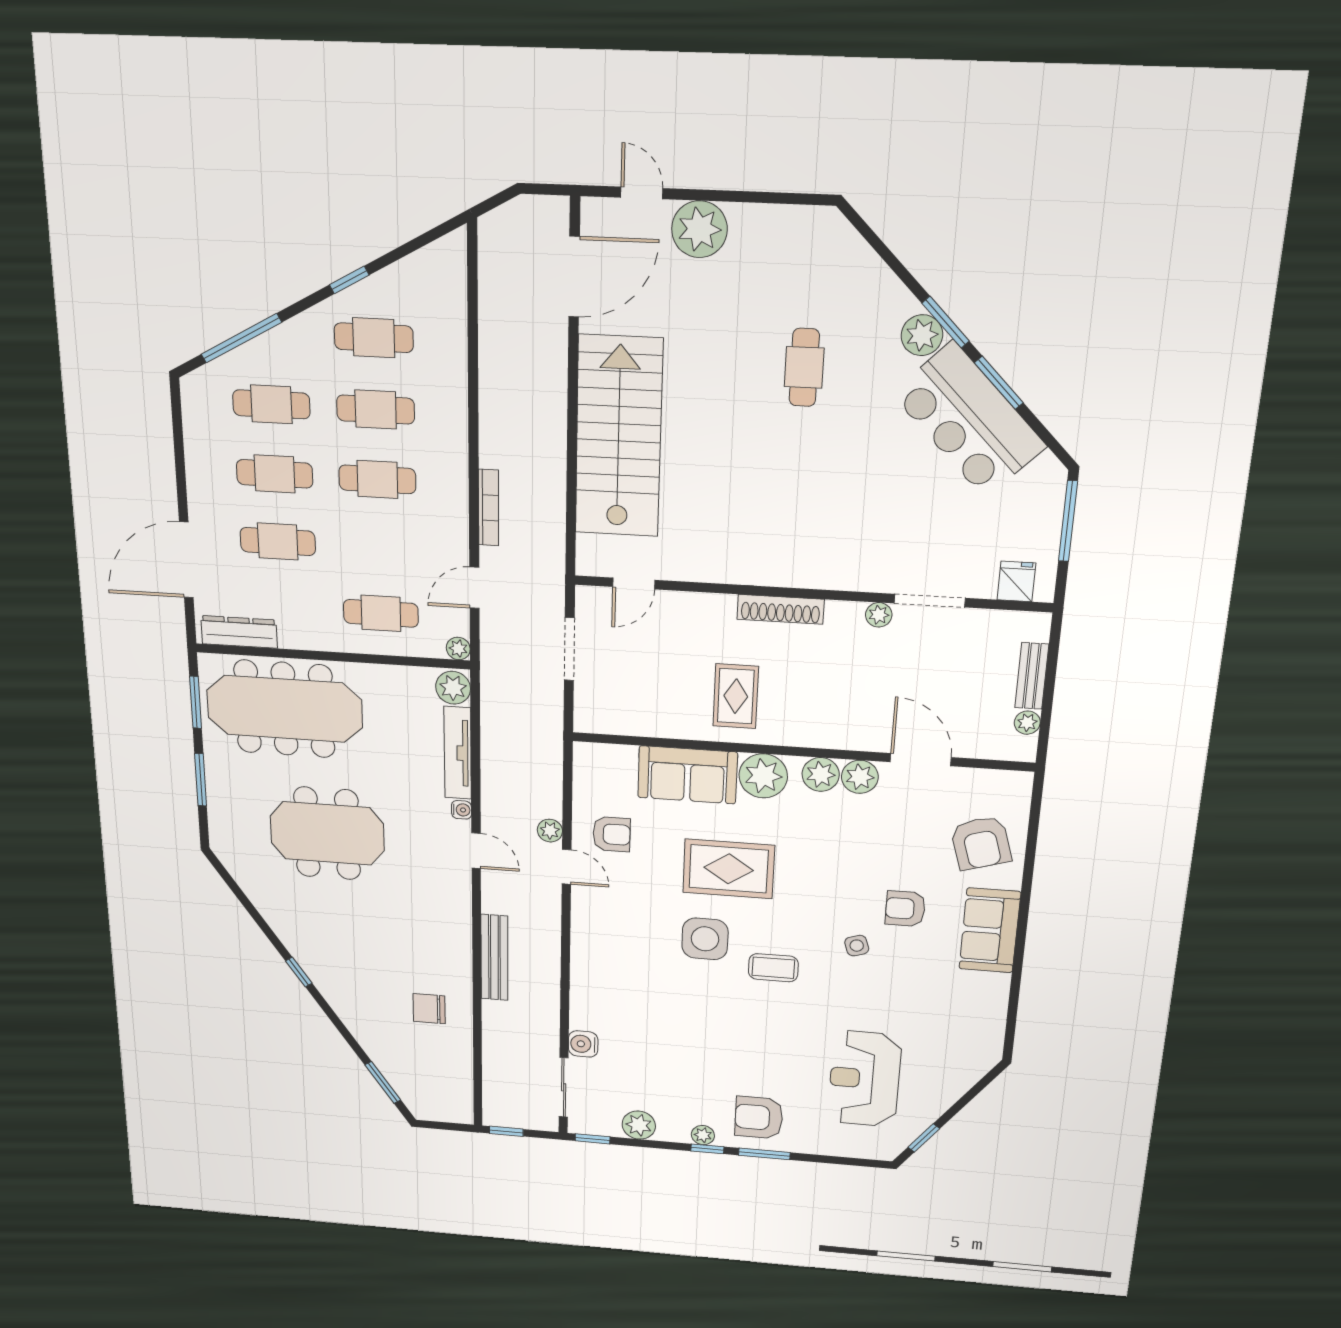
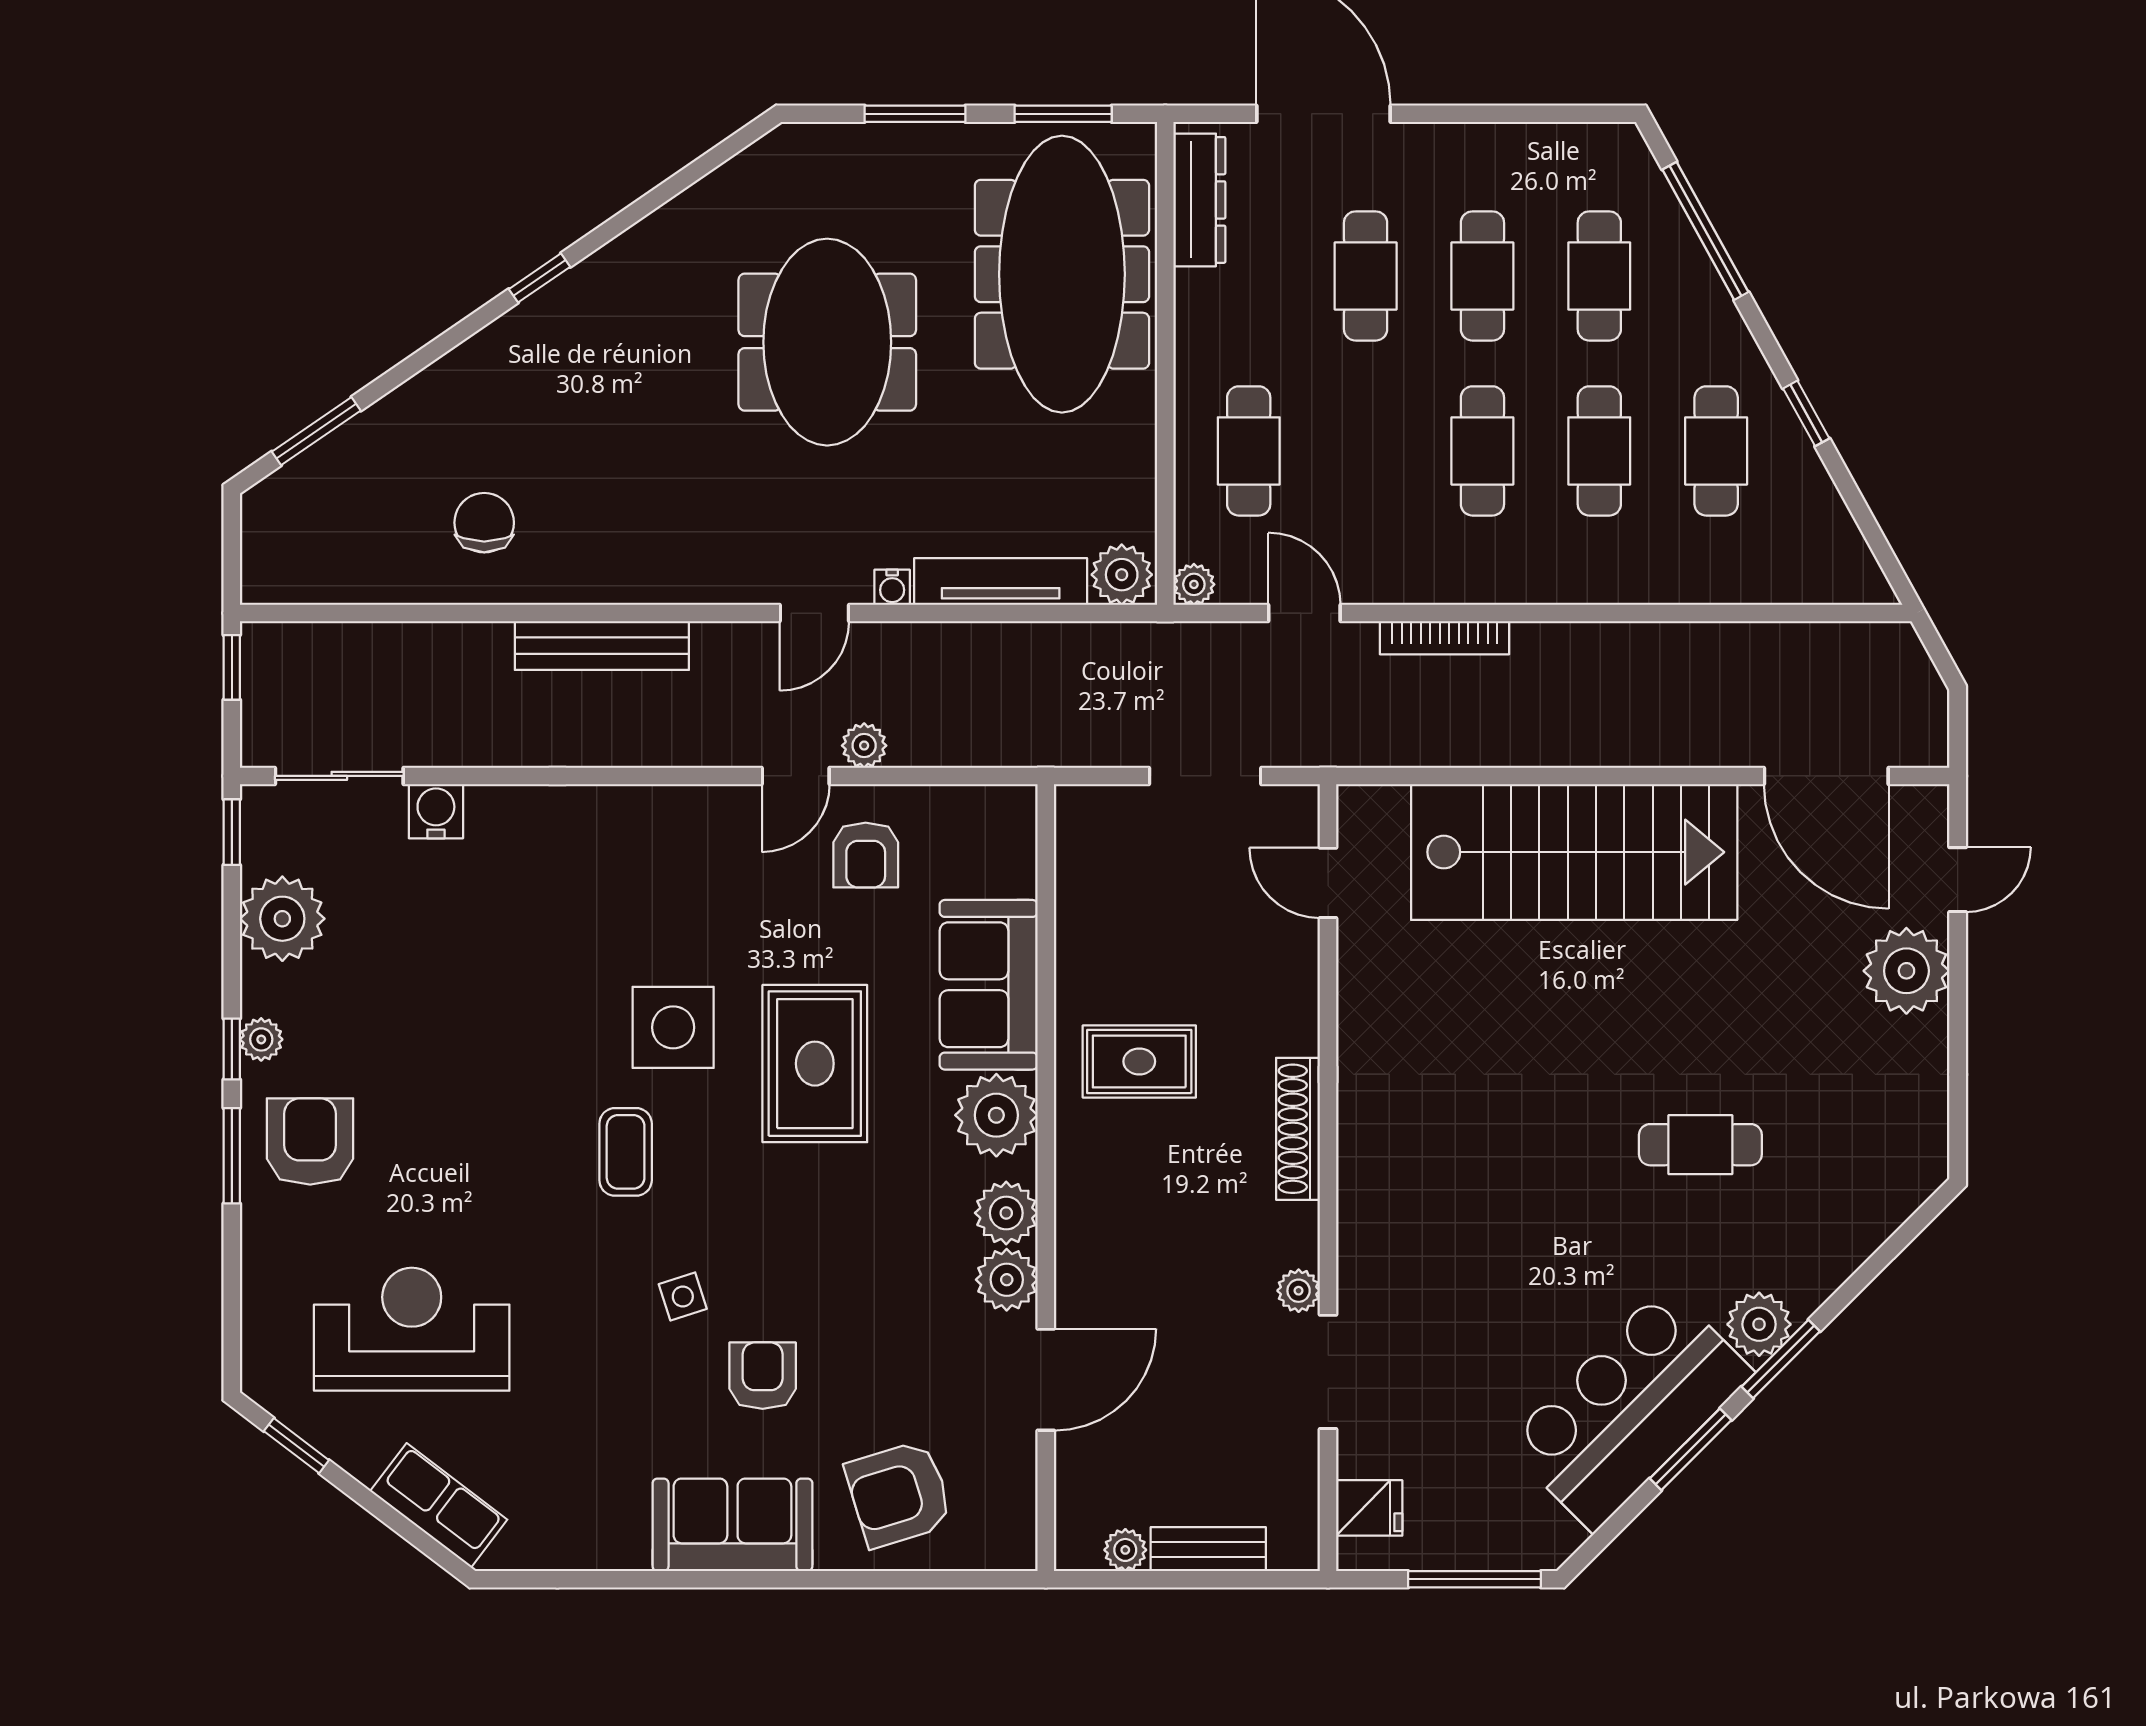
row of seats: (964, 1074) -> (439, 1505), added
plant: (639, 1125) -> (282, 919), width x1.36, depth x1.36

